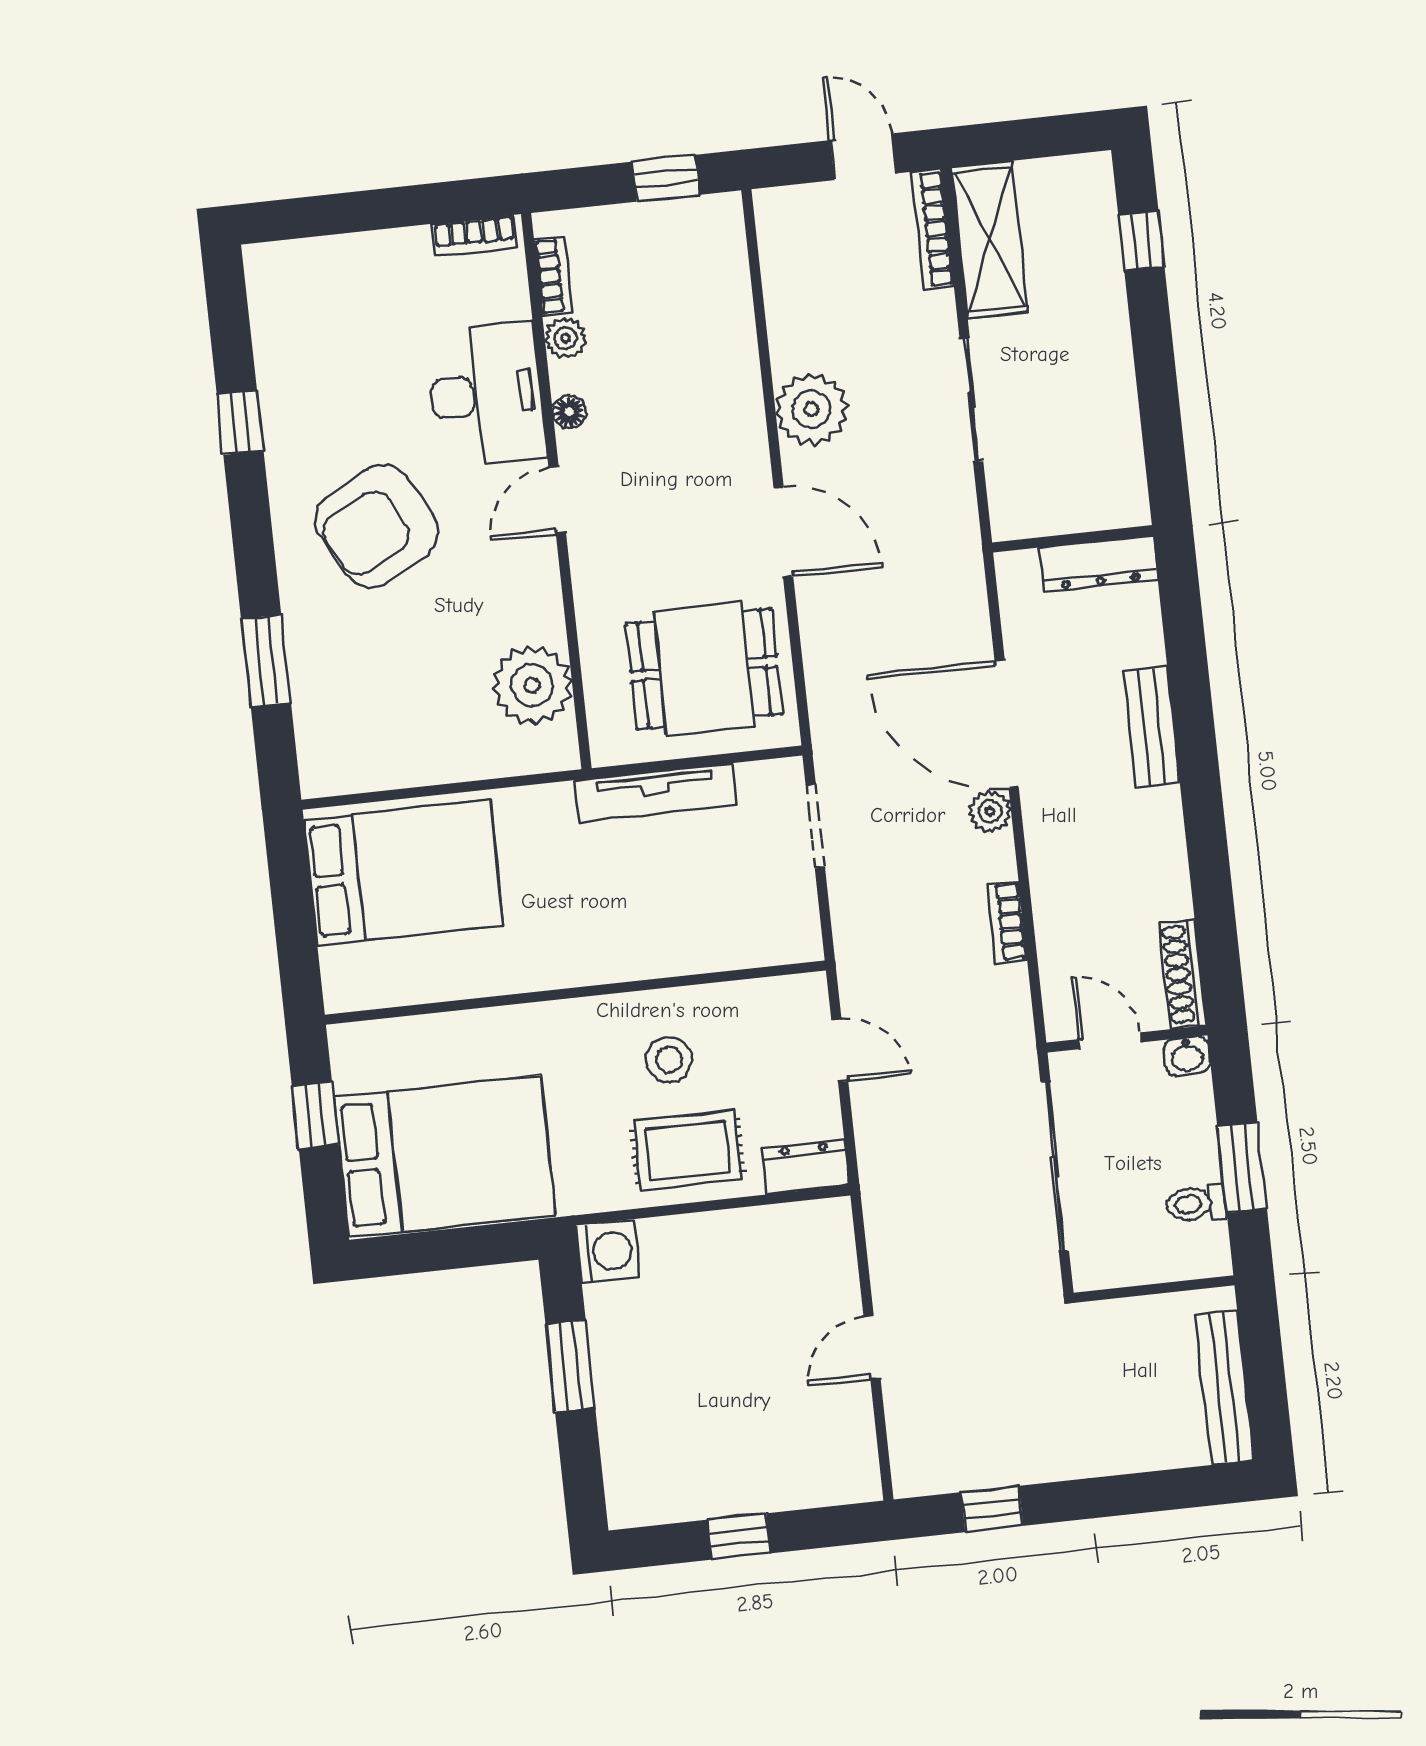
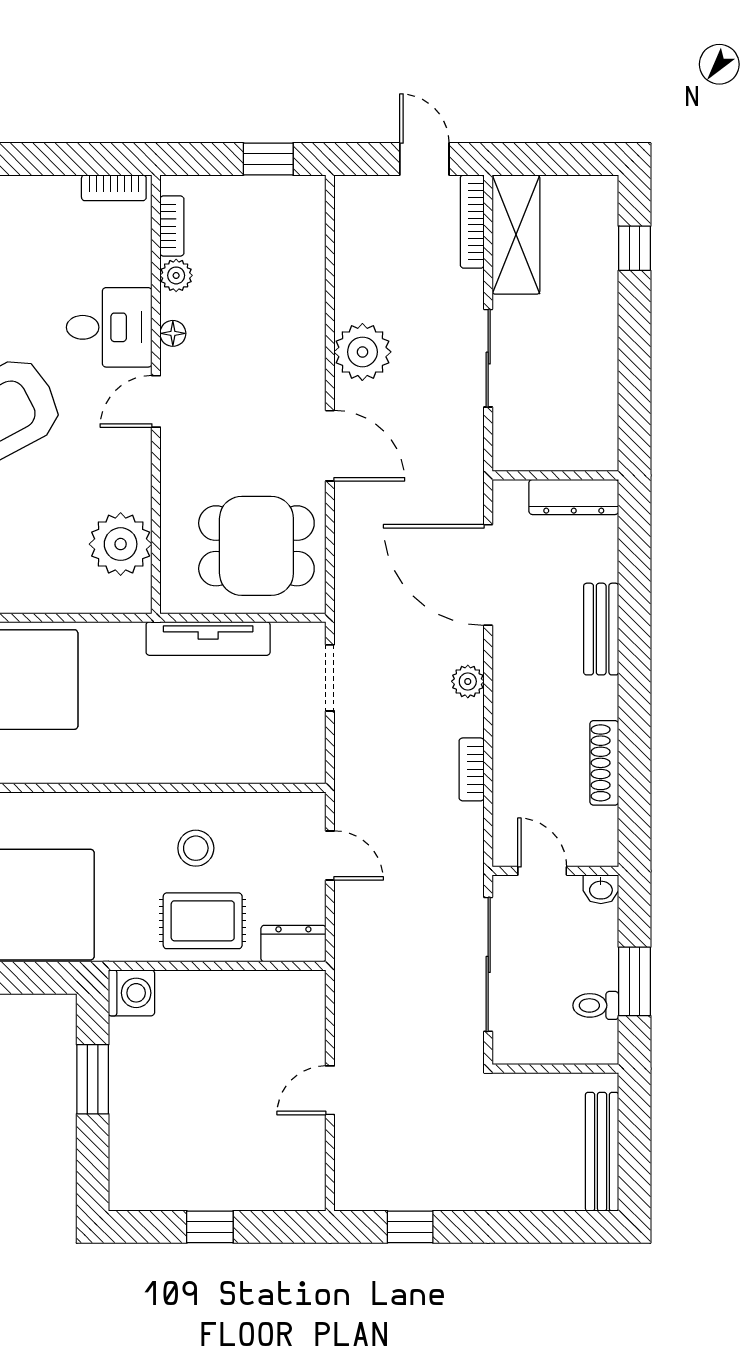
desk: (486, 394) -> (109, 327), width x0.73
door: (1007, 724) -> (488, 575), moved
shoe rack: (1182, 974) -> (604, 763), moved

